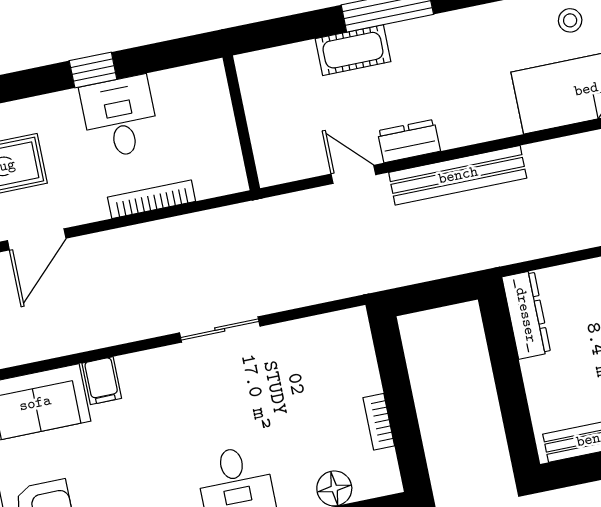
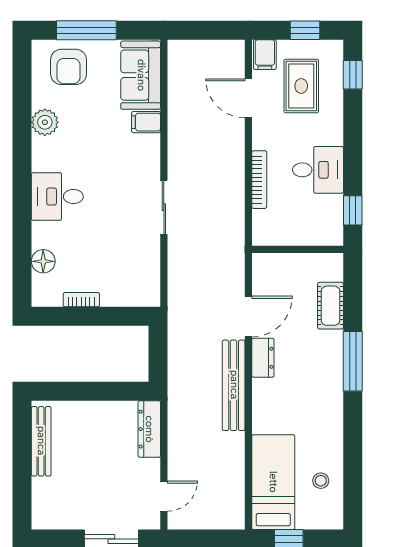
cot: (353, 50) -> (331, 306), moved
window: (93, 70) -> (353, 210), moved
door: (353, 174) -> (248, 317), width x1.38
dresser: (526, 315) -> (149, 429), moved, turned 90

